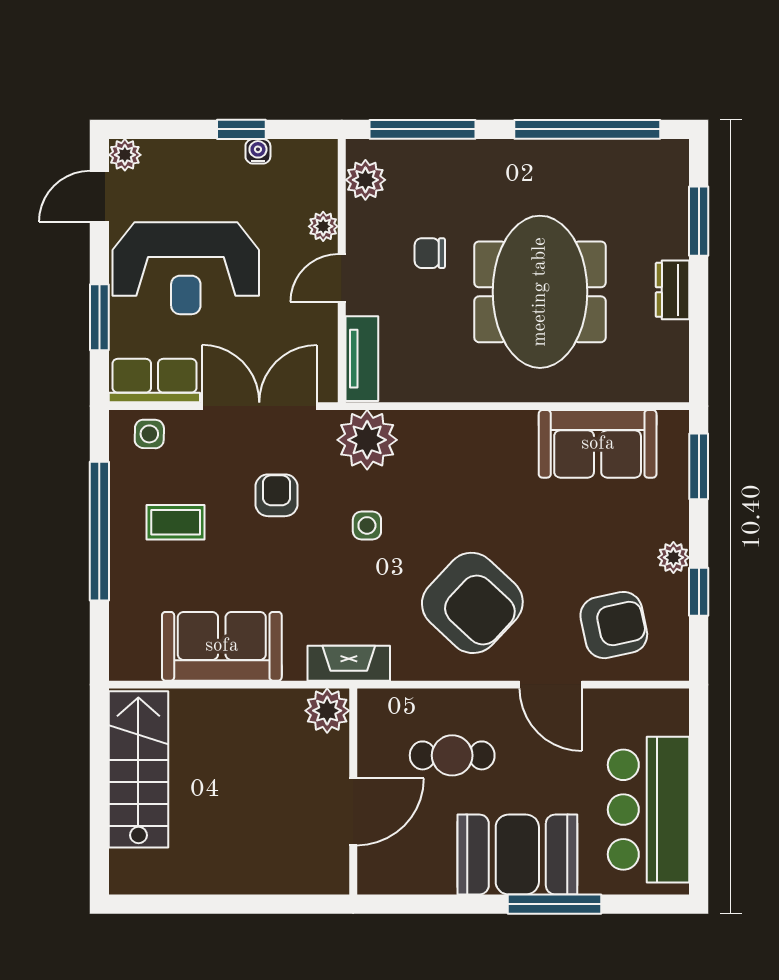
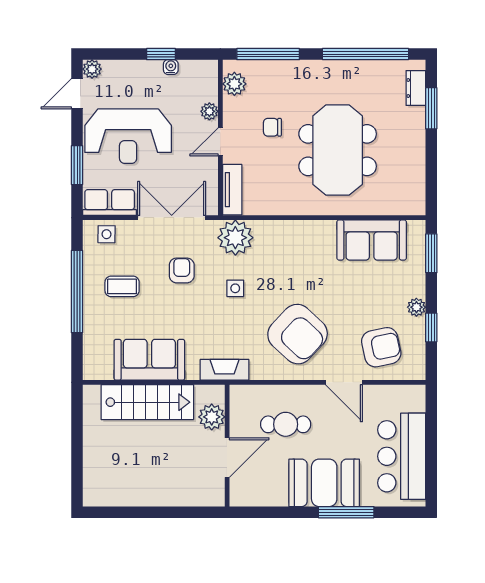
dresser: (672, 290) -> (416, 88), moved
plant: (327, 711) -> (212, 417), moved
stairs: (138, 769) -> (147, 402), moved, turned 90

